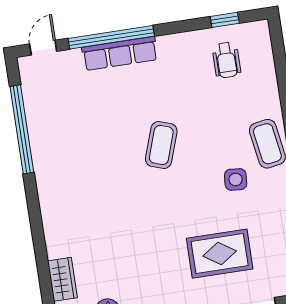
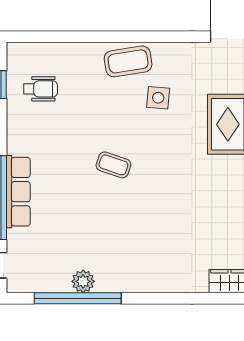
plant: (40, 132) -> (83, 281), added
coffee table: (161, 145) -> (113, 165), width x0.73, depth x0.77

